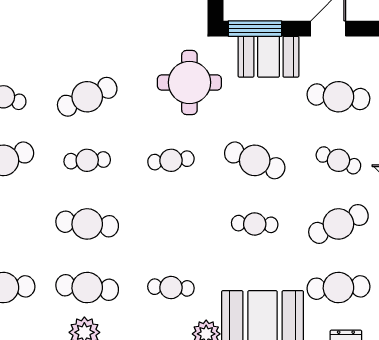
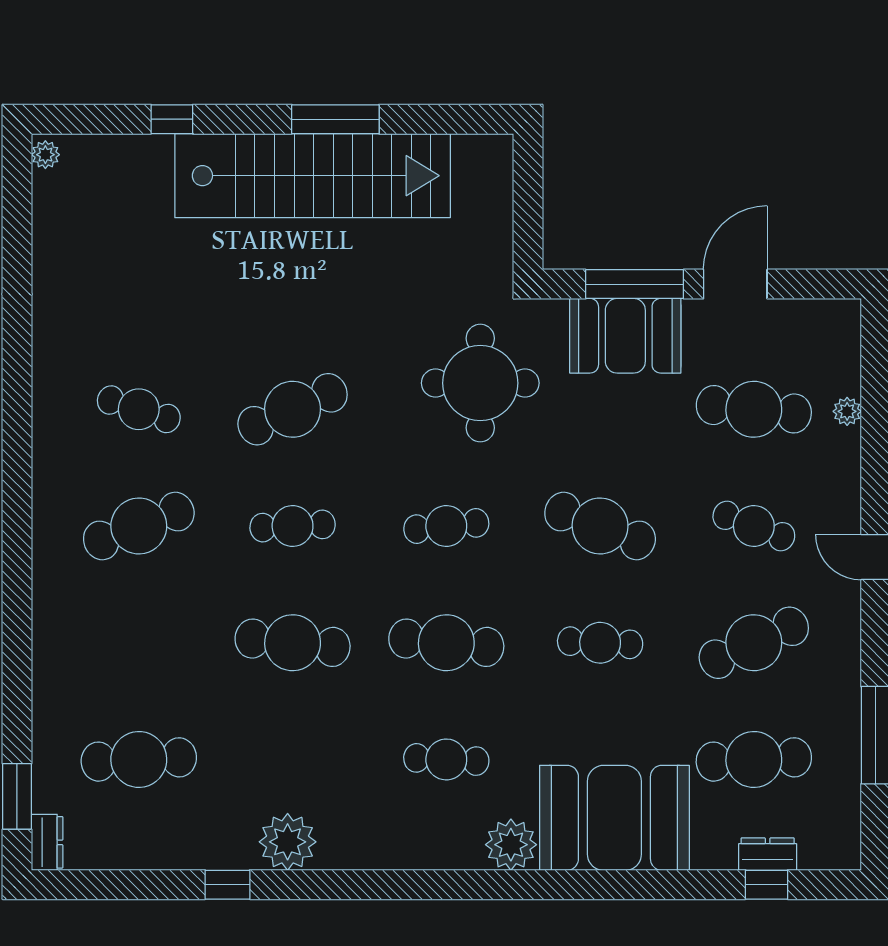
window: (255, 29) -> (635, 284), moved
cafe table: (87, 288) -> (446, 643), moved

